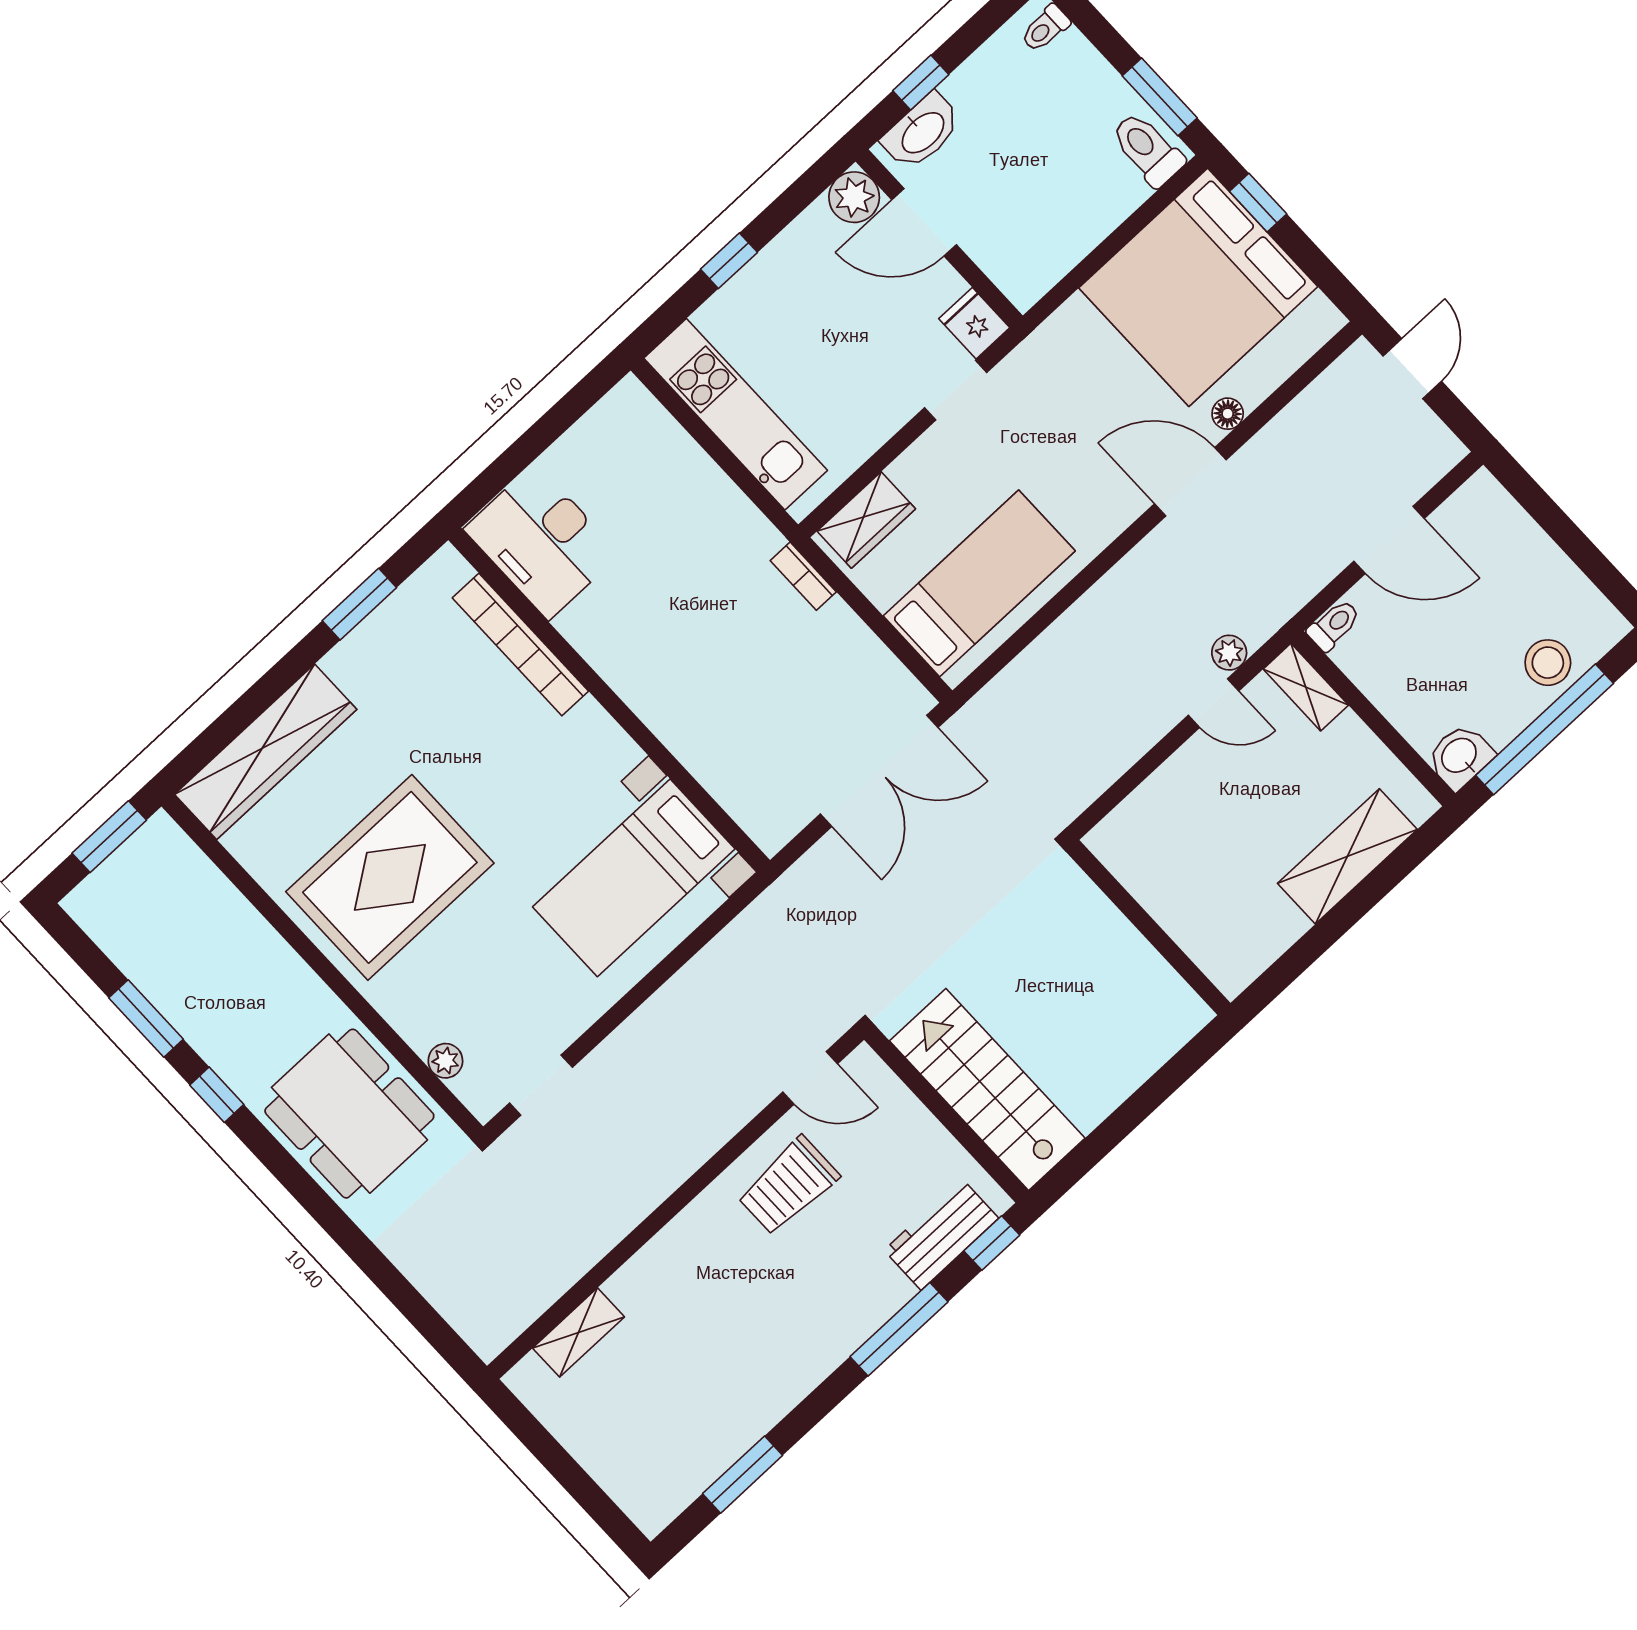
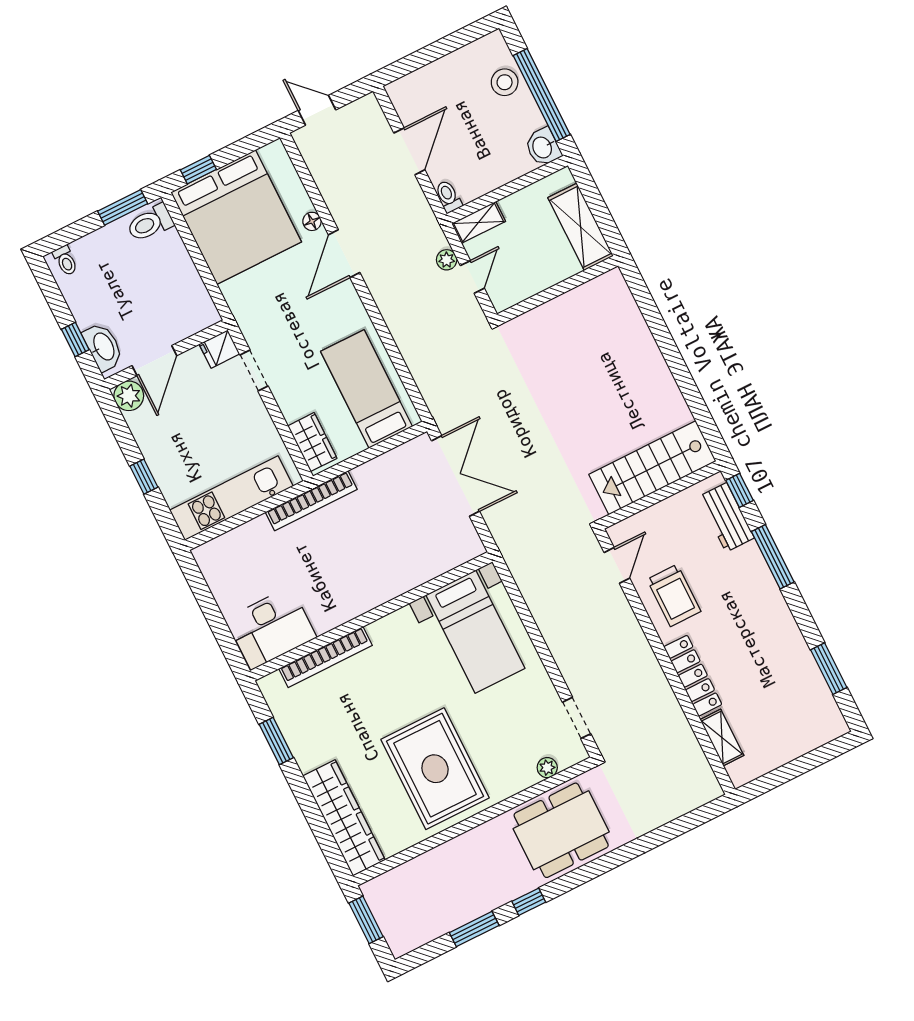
bookcase: (803, 576) -> (311, 501), width x2.31, depth x1.31
wall: (1148, 928) -> (558, 290), moved
locker: (666, 1255) -> (693, 676), added

